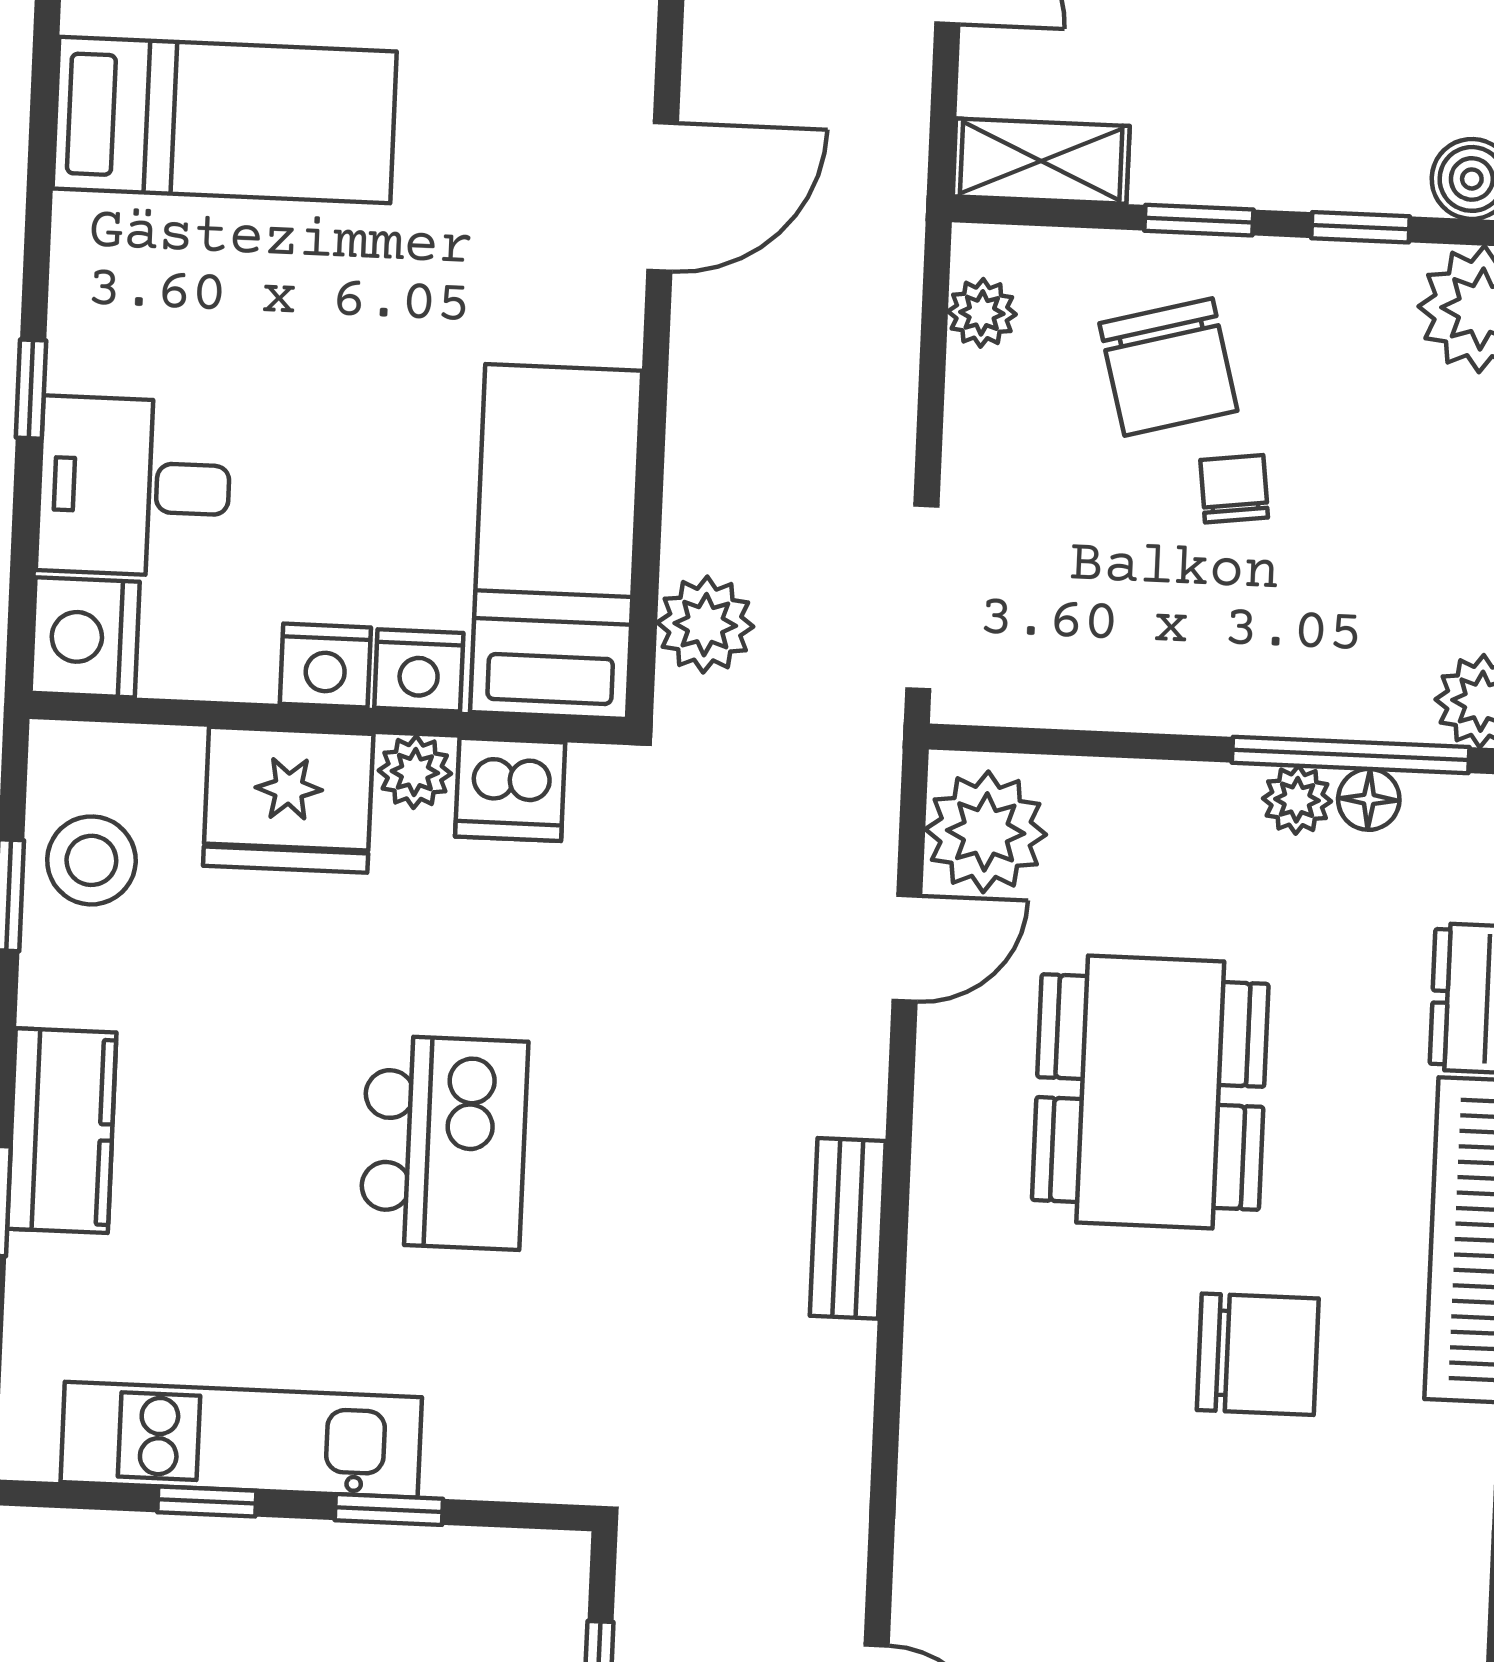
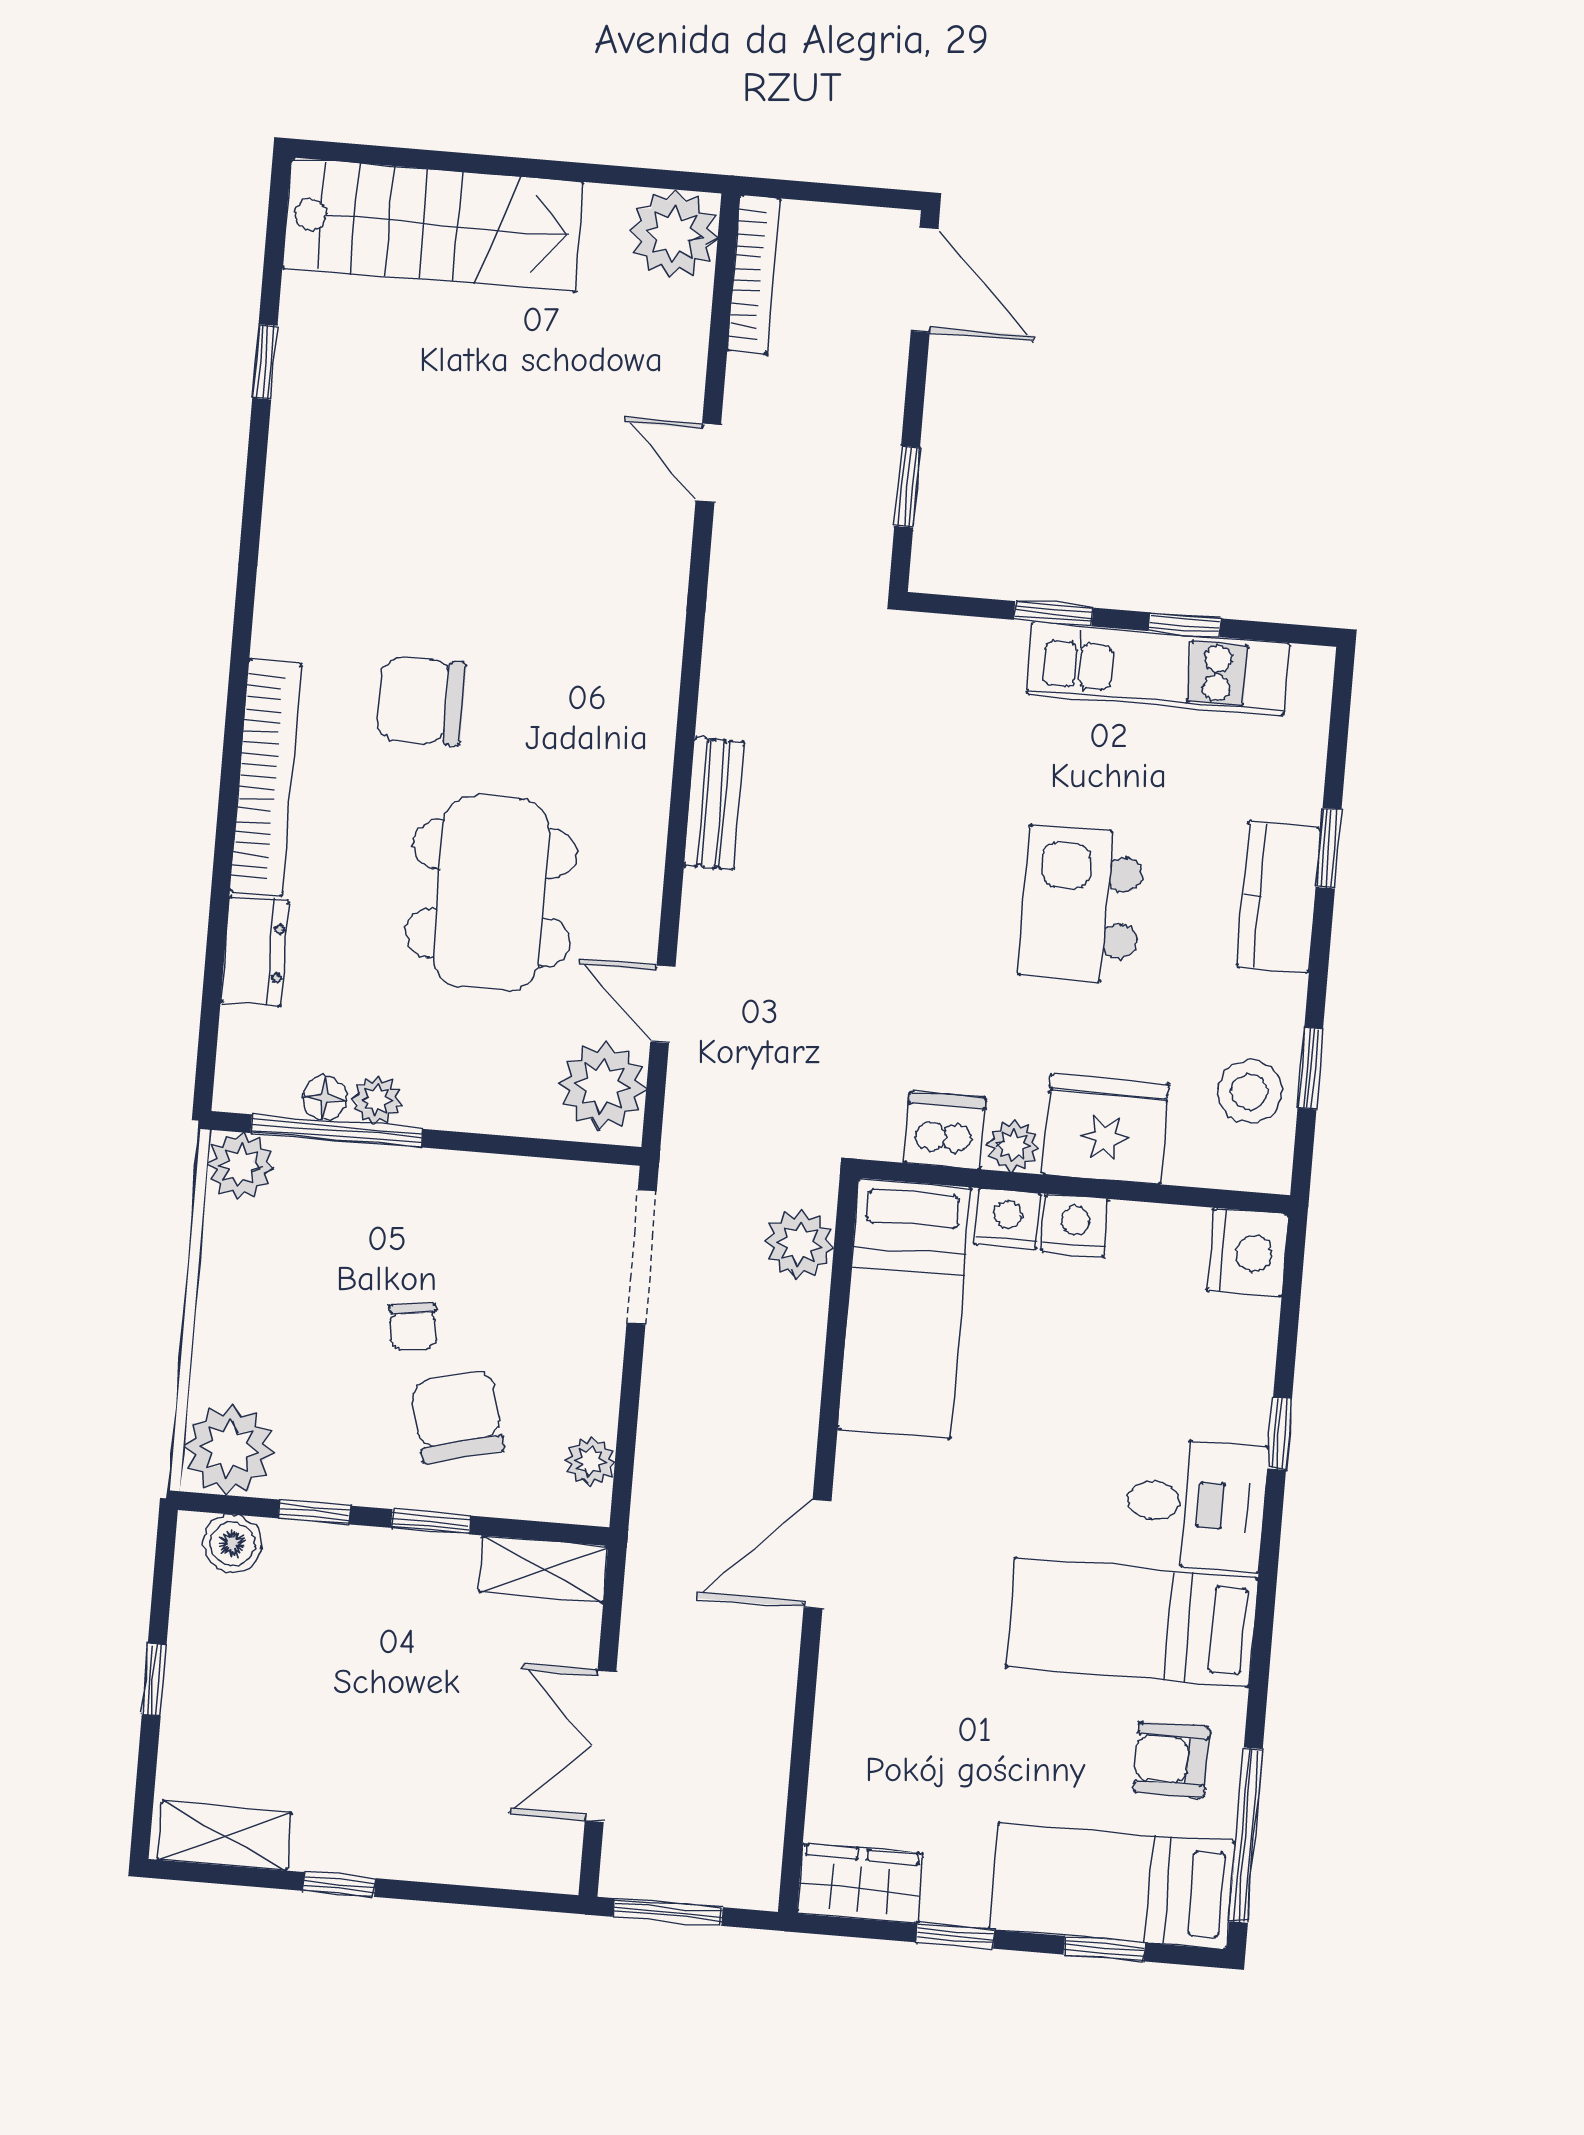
desk: (134, 487) -> (1196, 1504), moved
door: (907, 948) -> (663, 1004), hinge flipped
kitchen island: (444, 1142) -> (1081, 904), moved

